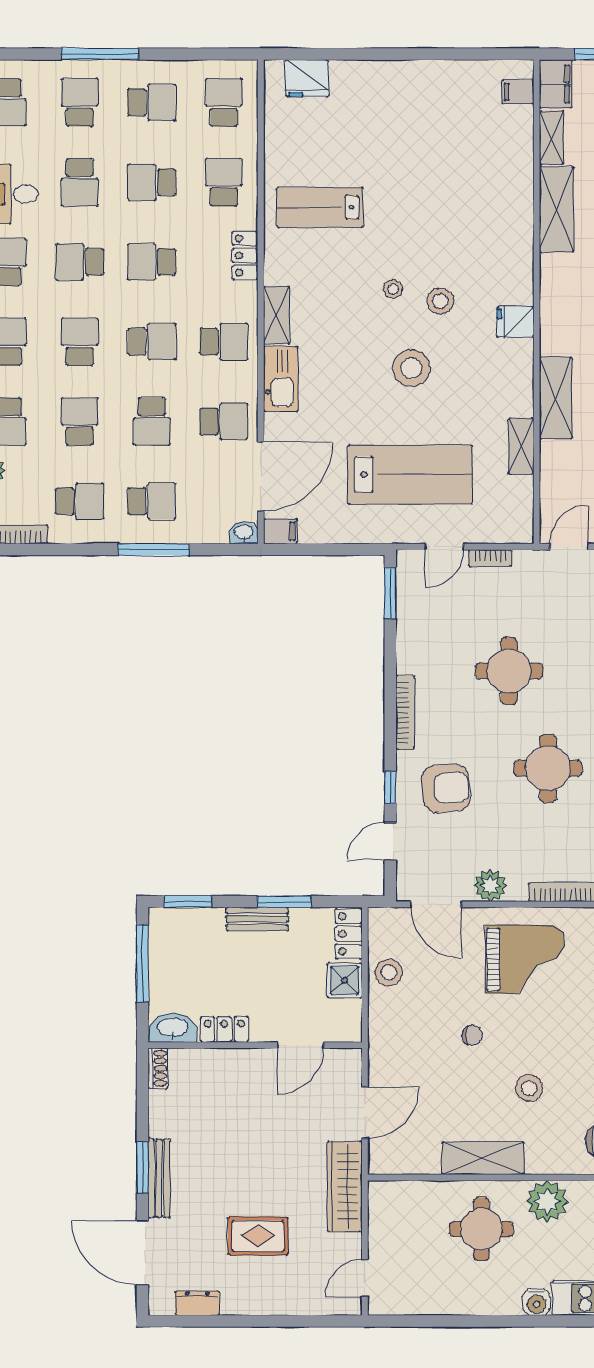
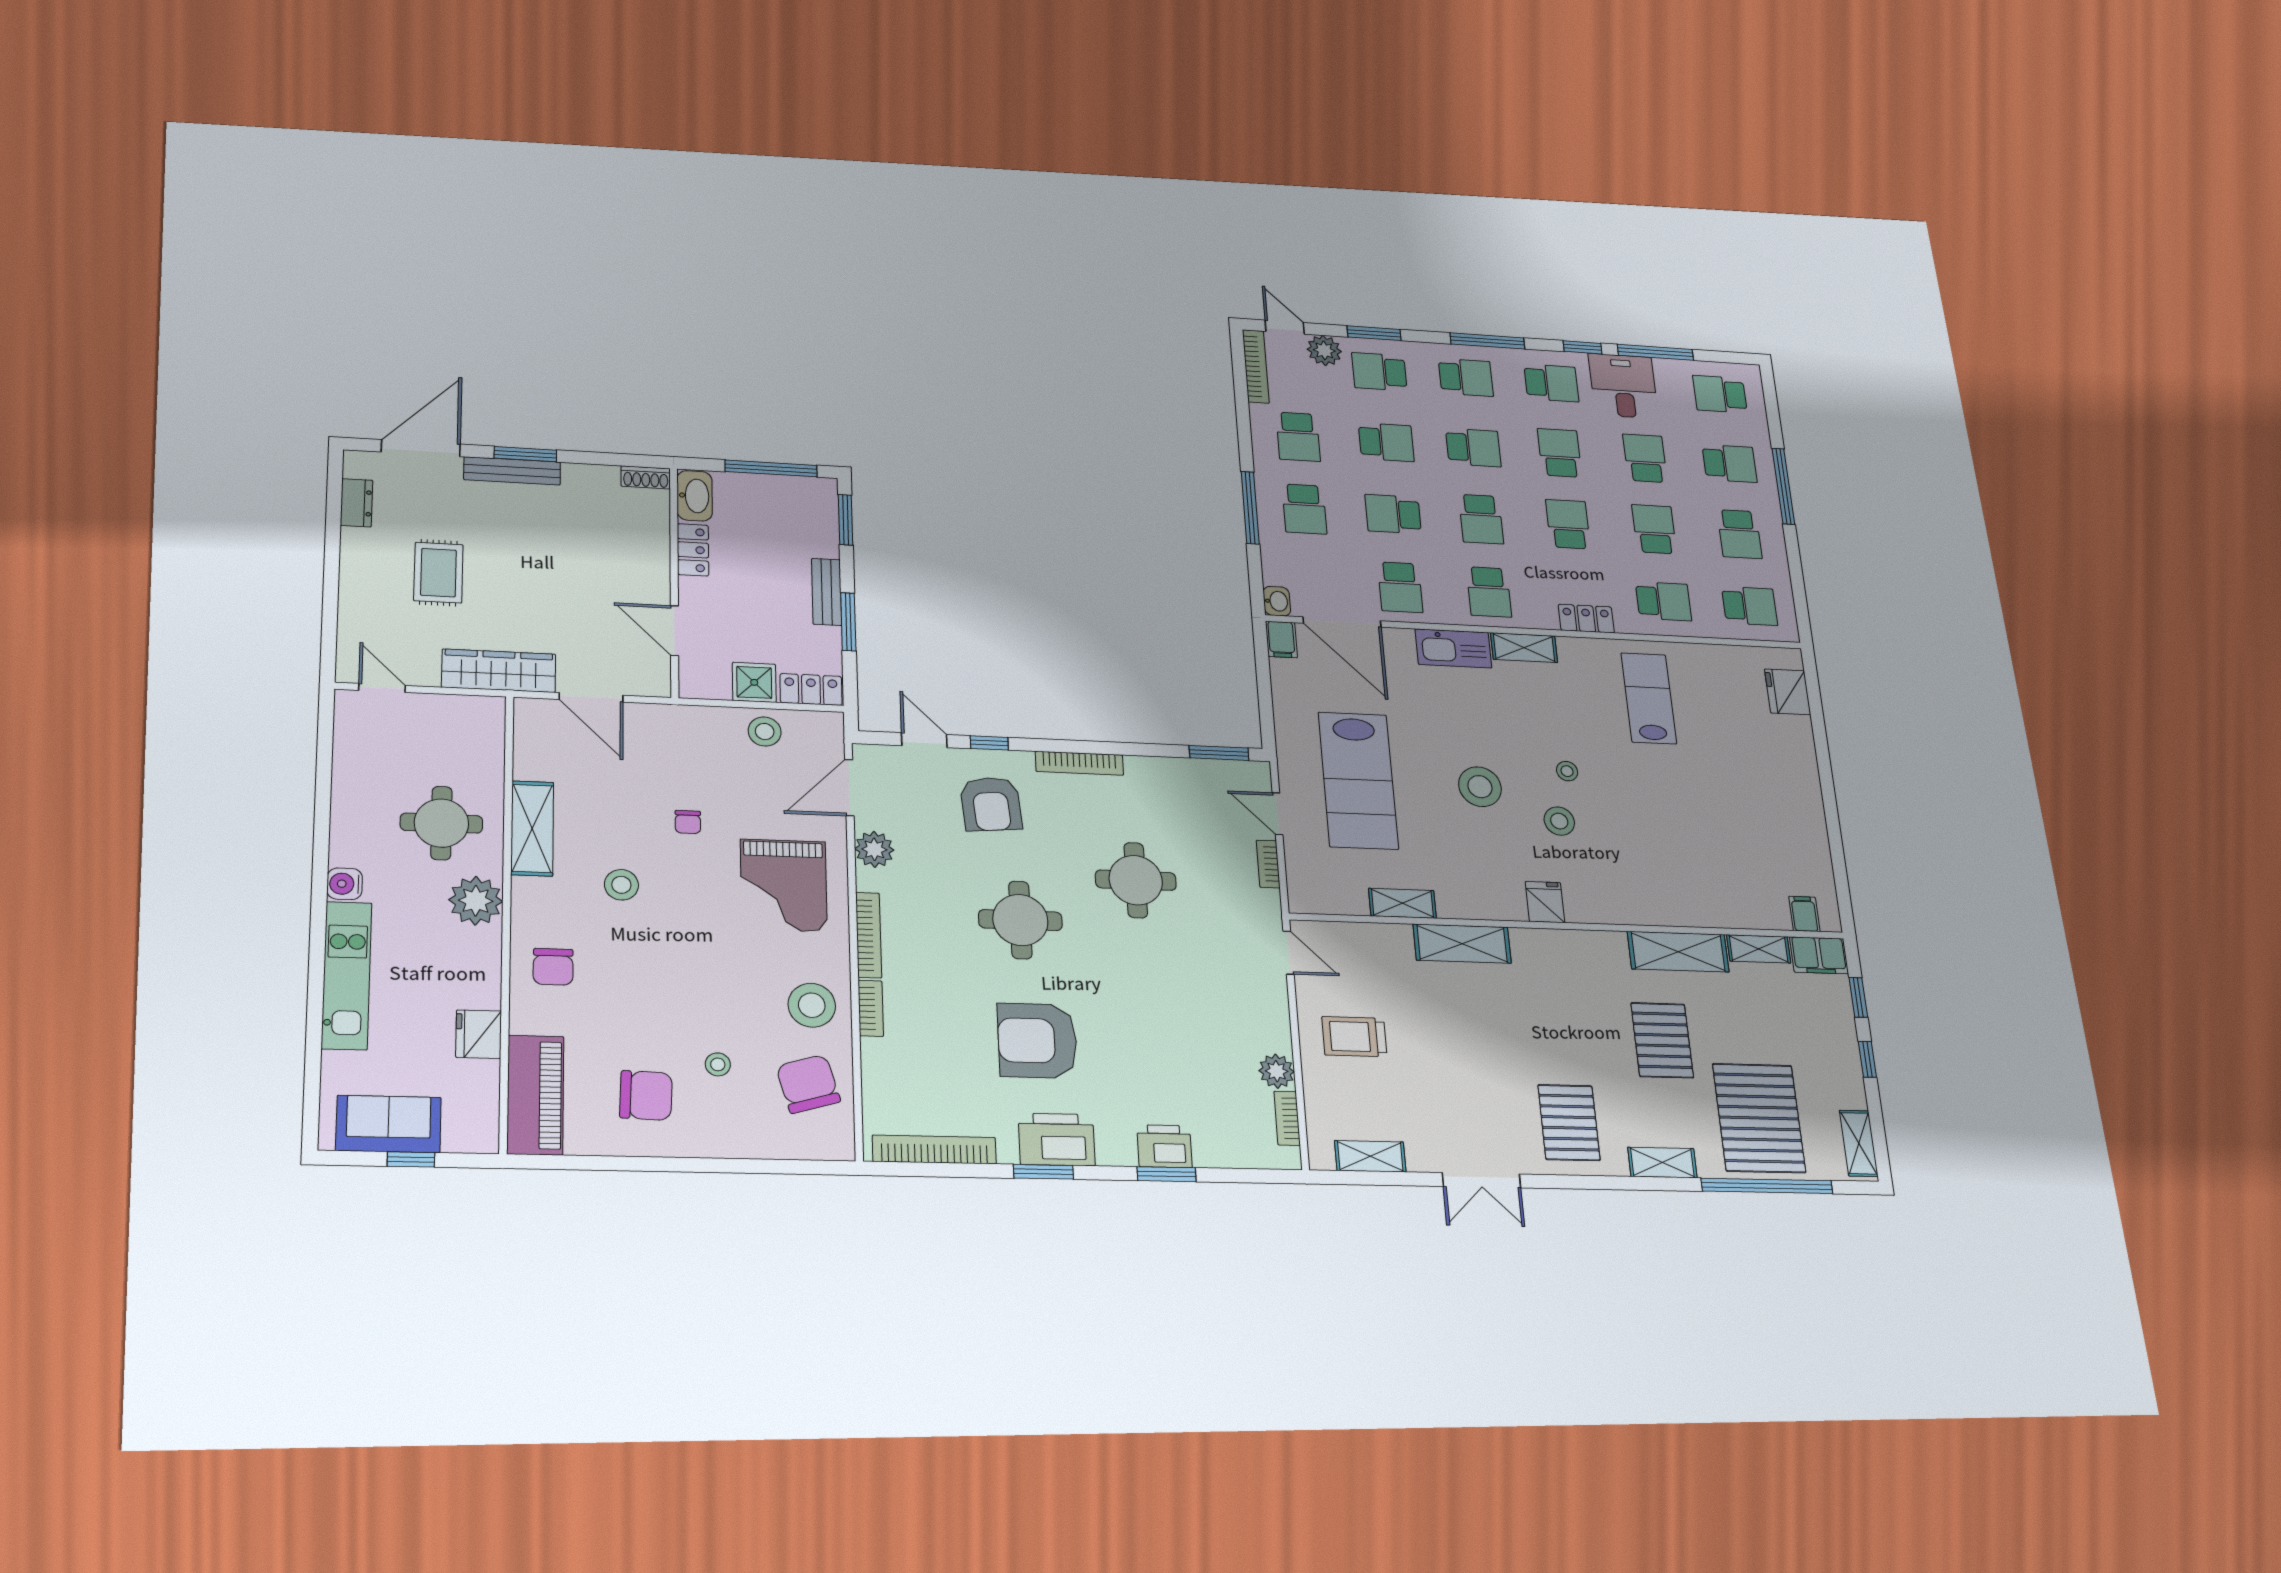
school desk: (80, 182) -> (1645, 458), turned 90

